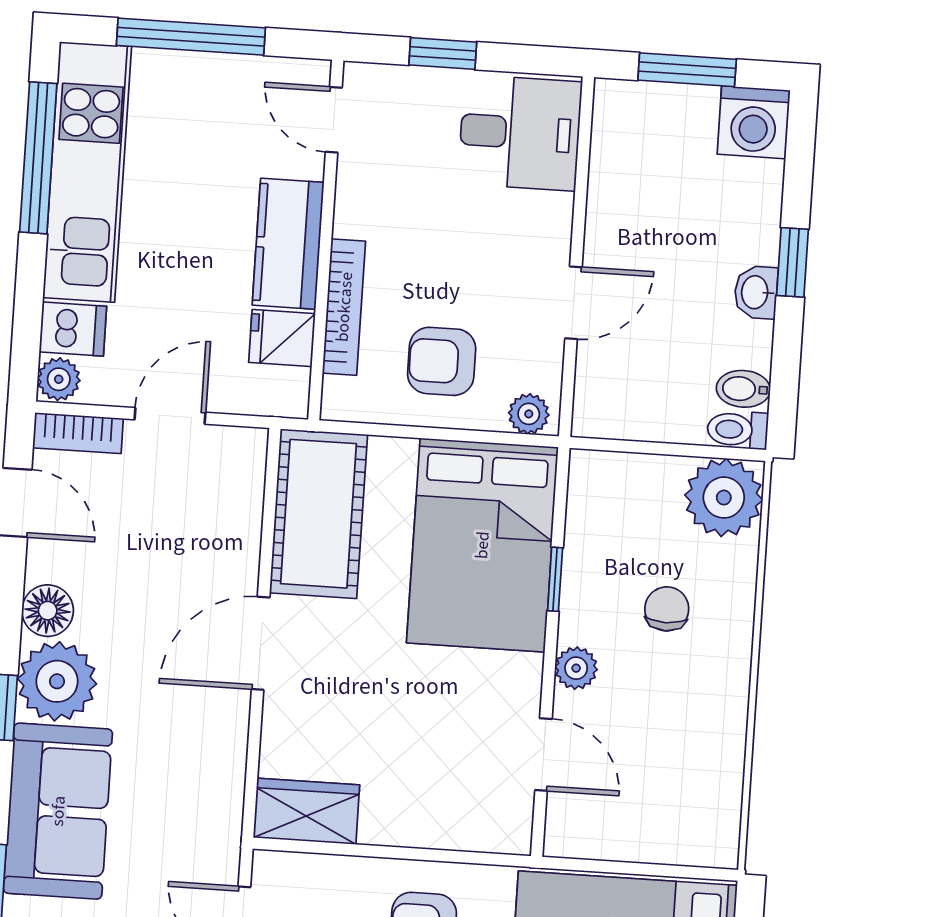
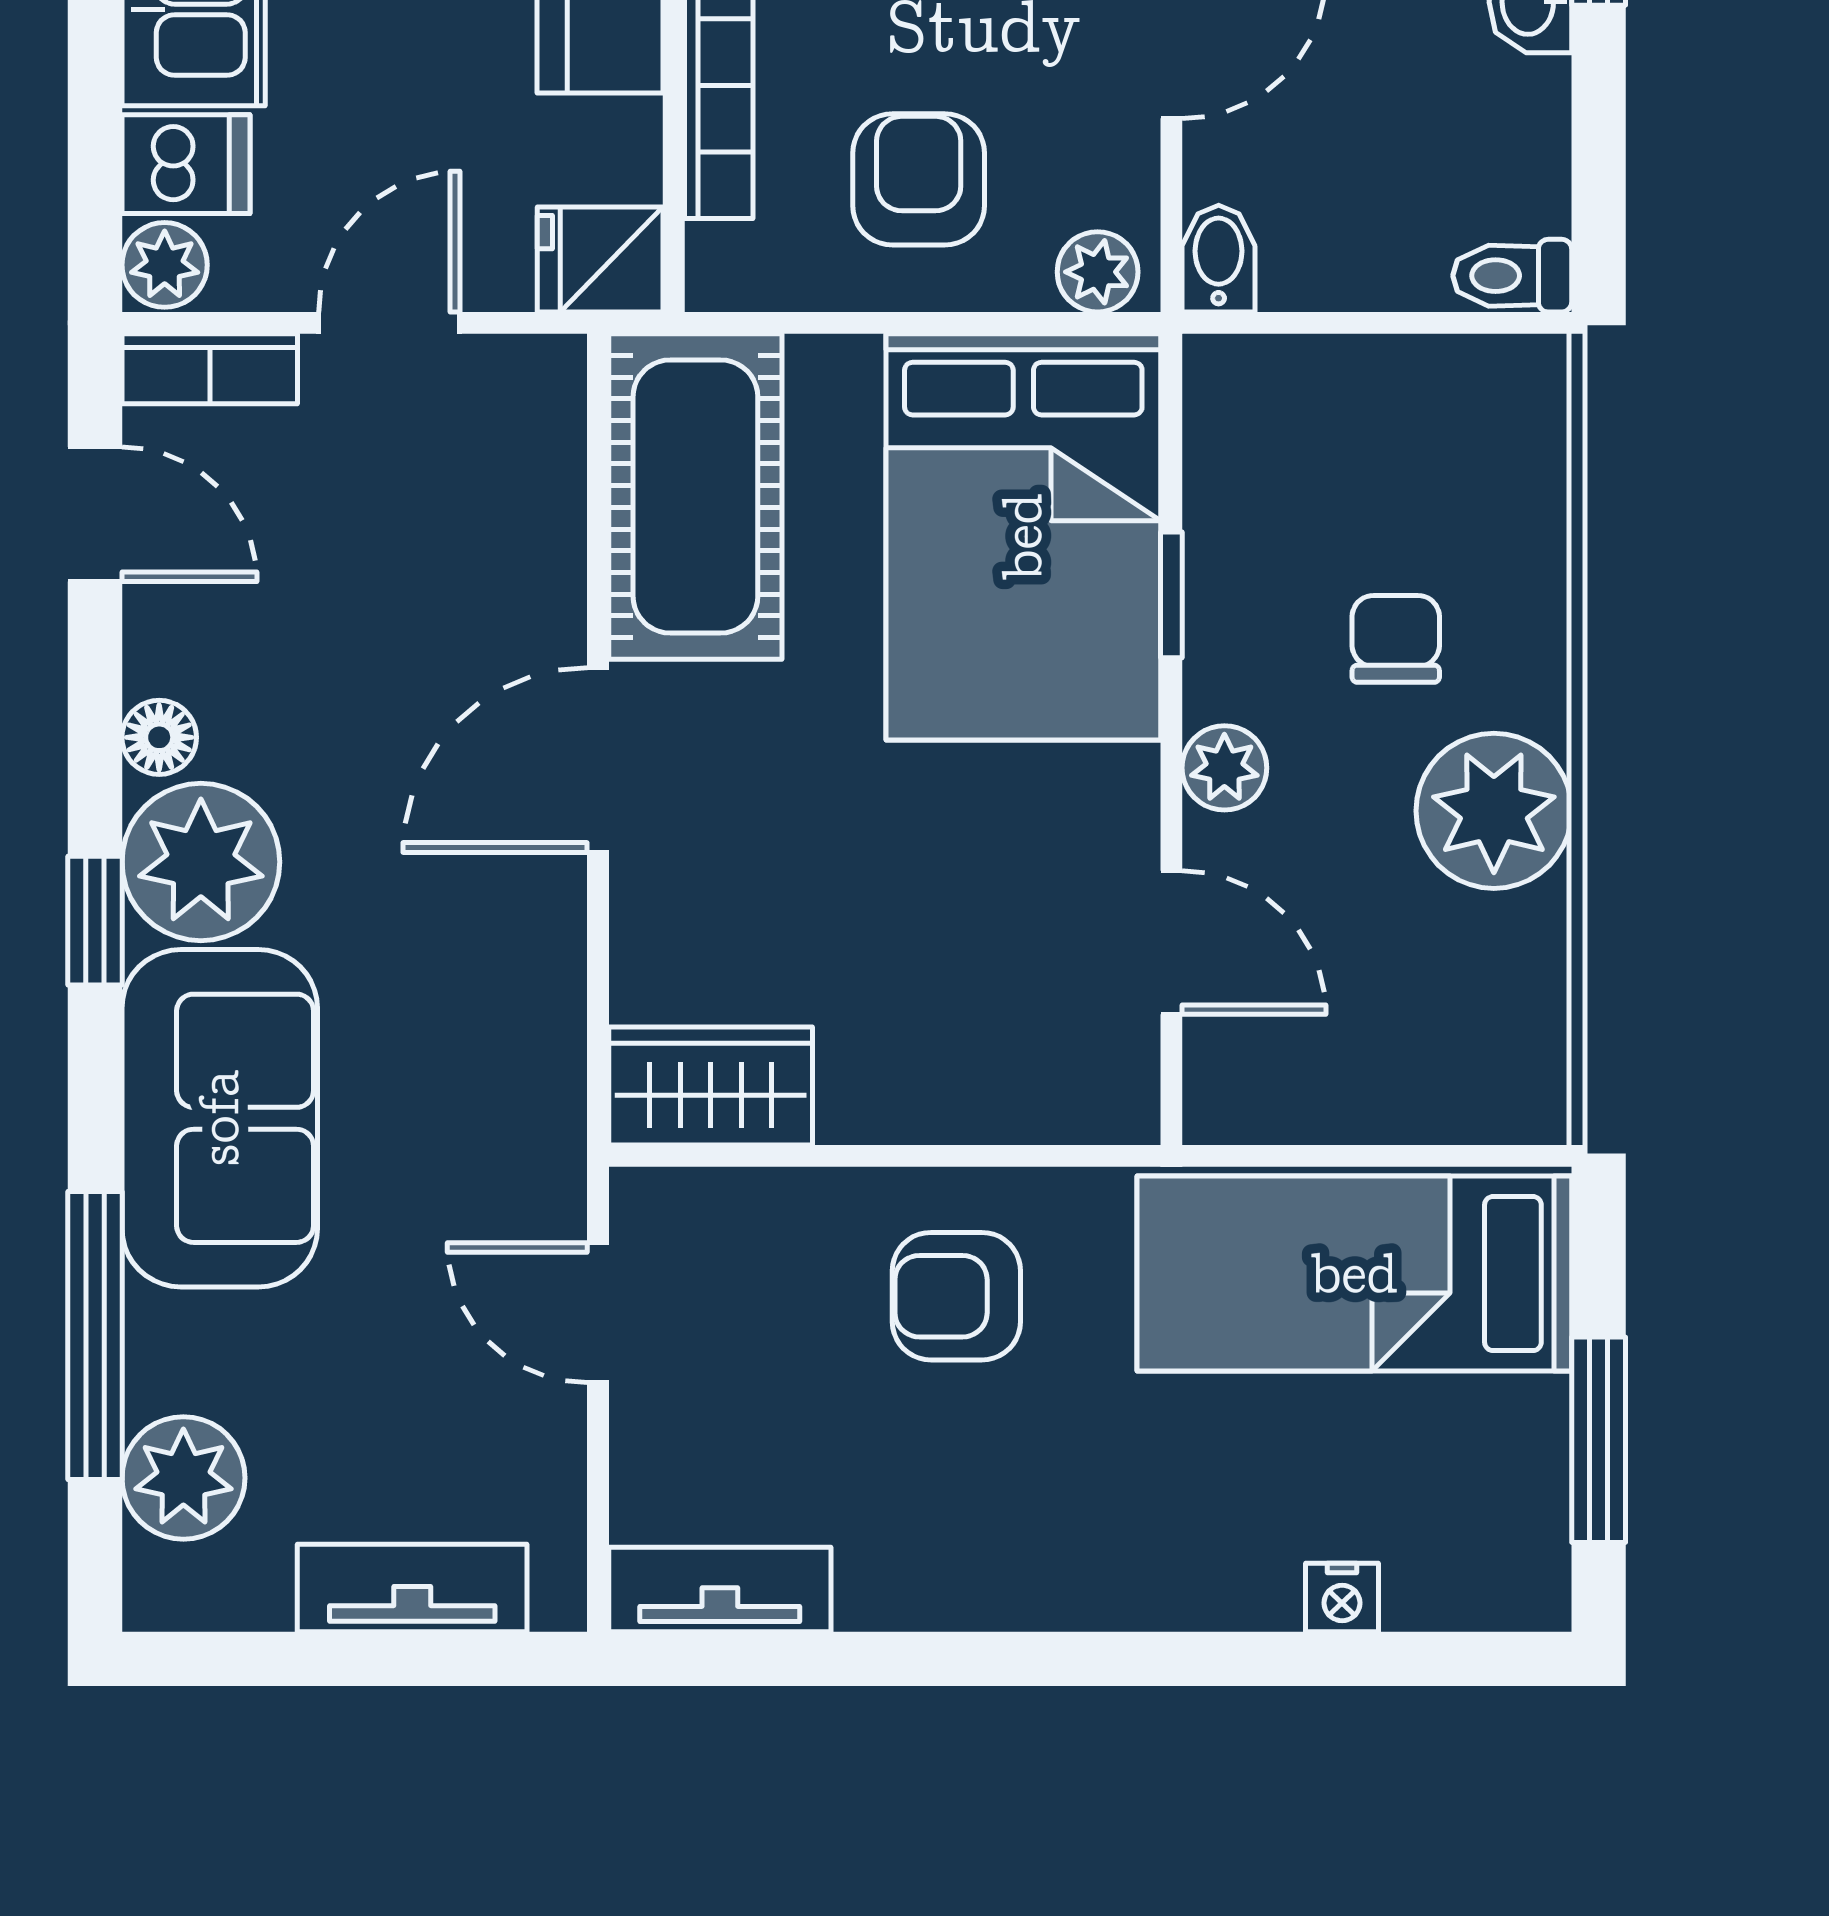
fridge: (282, 338) -> (600, 259), moved
armchair: (442, 361) -> (919, 179), turned 90
bidet: (743, 389) -> (1219, 259), moved, turned 90
plant: (724, 498) -> (1494, 811), moved
floor lamp: (48, 611) -> (159, 737), width x0.73, depth x0.73

